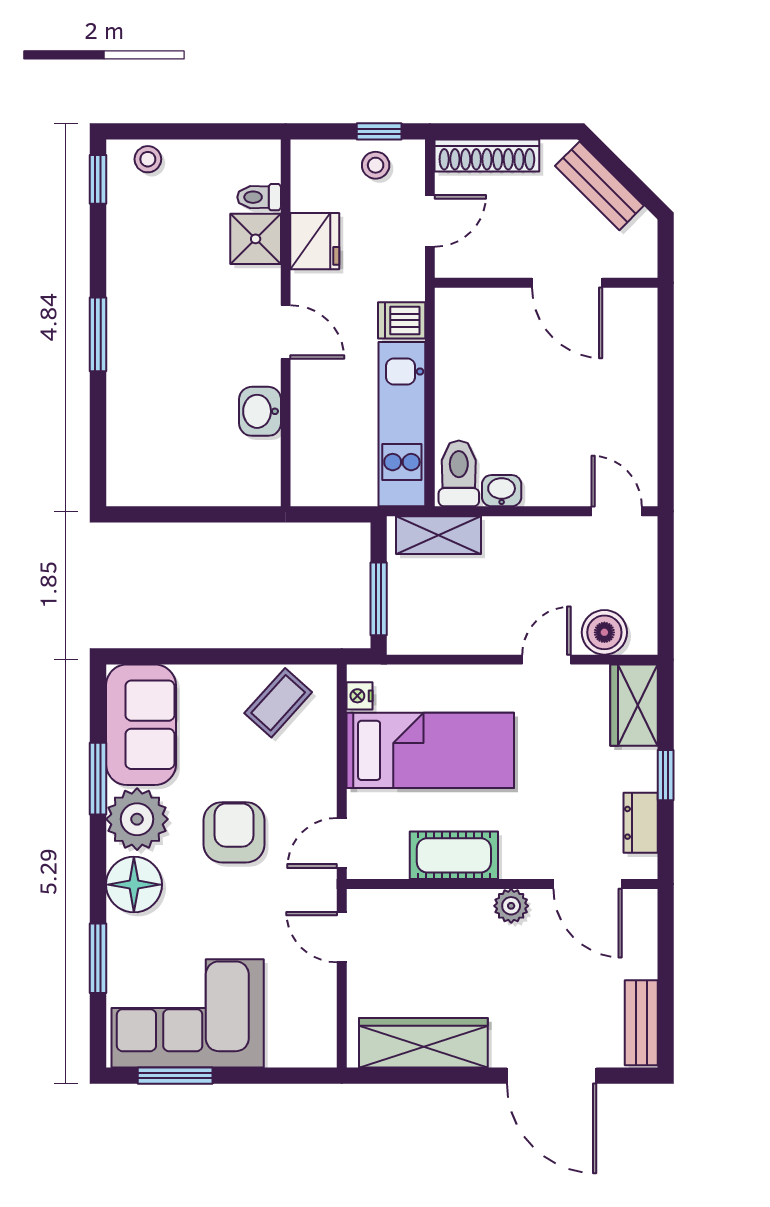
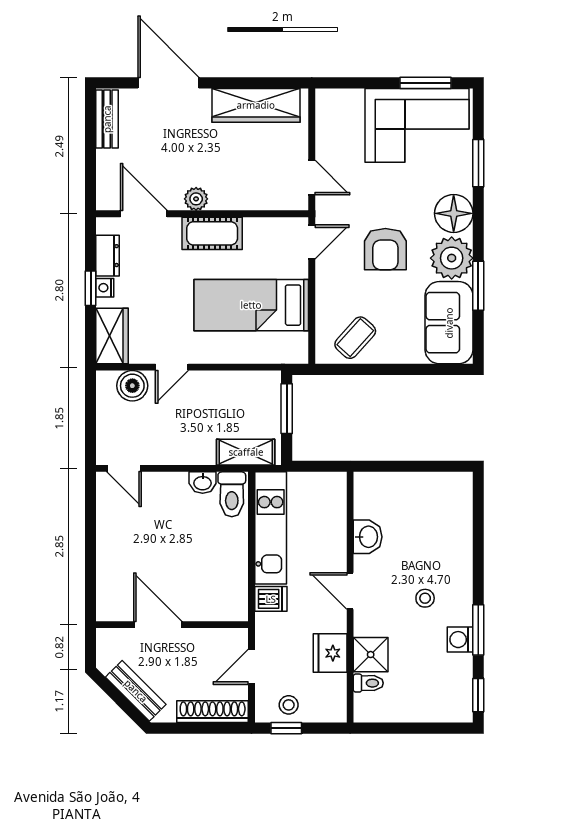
stool: (148, 159) -> (425, 598), moved
washing machine: (125, 261) -> (460, 640), added
window: (98, 334) -> (478, 630), moved
nightstand: (359, 696) -> (105, 288), moved, turned 180
cot: (454, 855) -> (212, 233), moved

